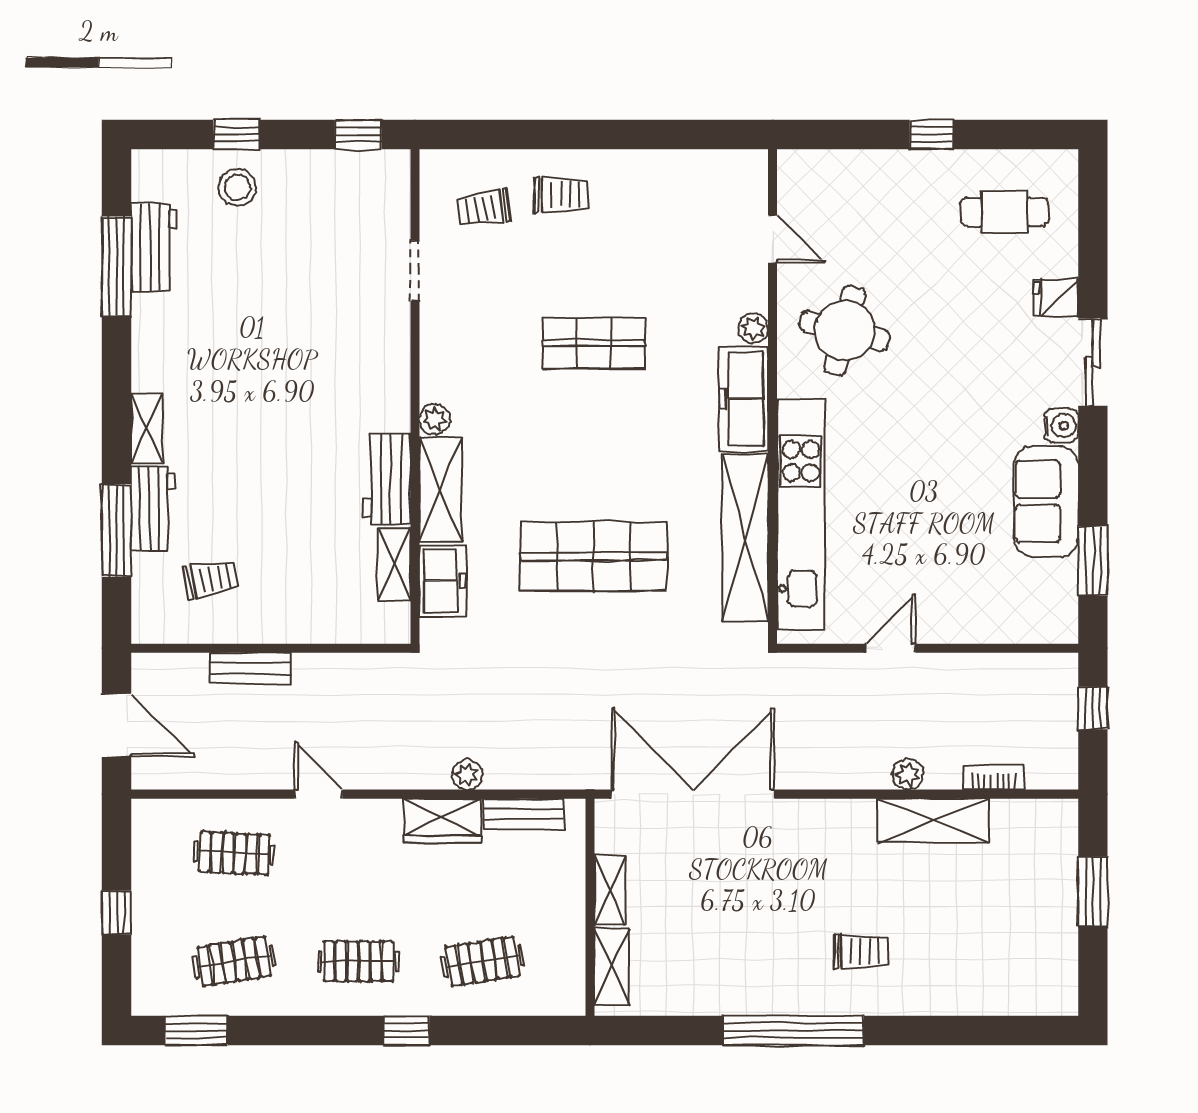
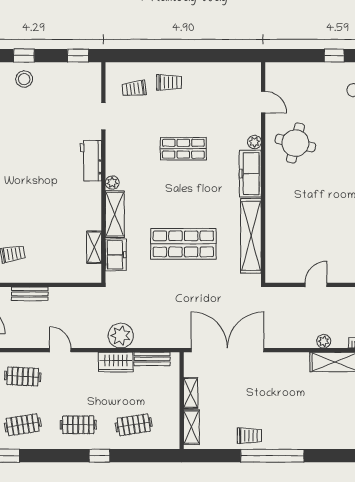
workbench: (387, 479) -> (91, 161), moved
kitchen unit: (801, 514) -> (276, 225), removed
plant: (467, 775) -> (121, 336), width x1.88, depth x1.88
trolley: (861, 951) -> (249, 436), moved

